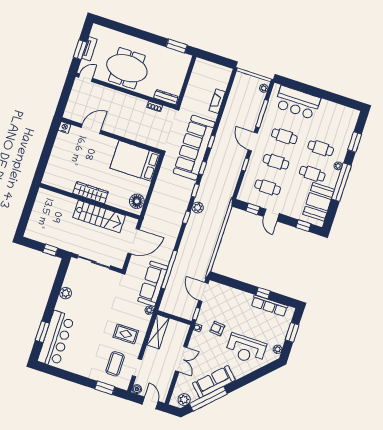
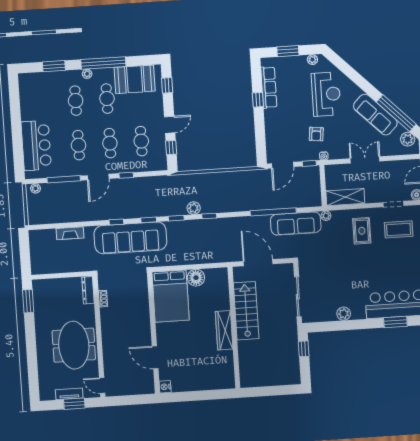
floor lamp: (137, 201) -> (196, 278), moved

